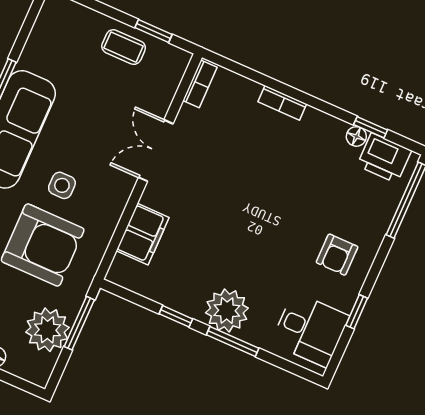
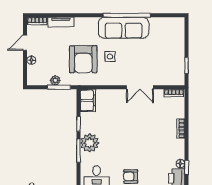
coffee table: (124, 47) -> (175, 57), removed
double door: (156, 151) -> (140, 87), swing flipped
filing cabinet: (143, 234) -> (88, 100), moved, turned -90
plant: (48, 330) -> (55, 80), width x0.53, depth x0.53

